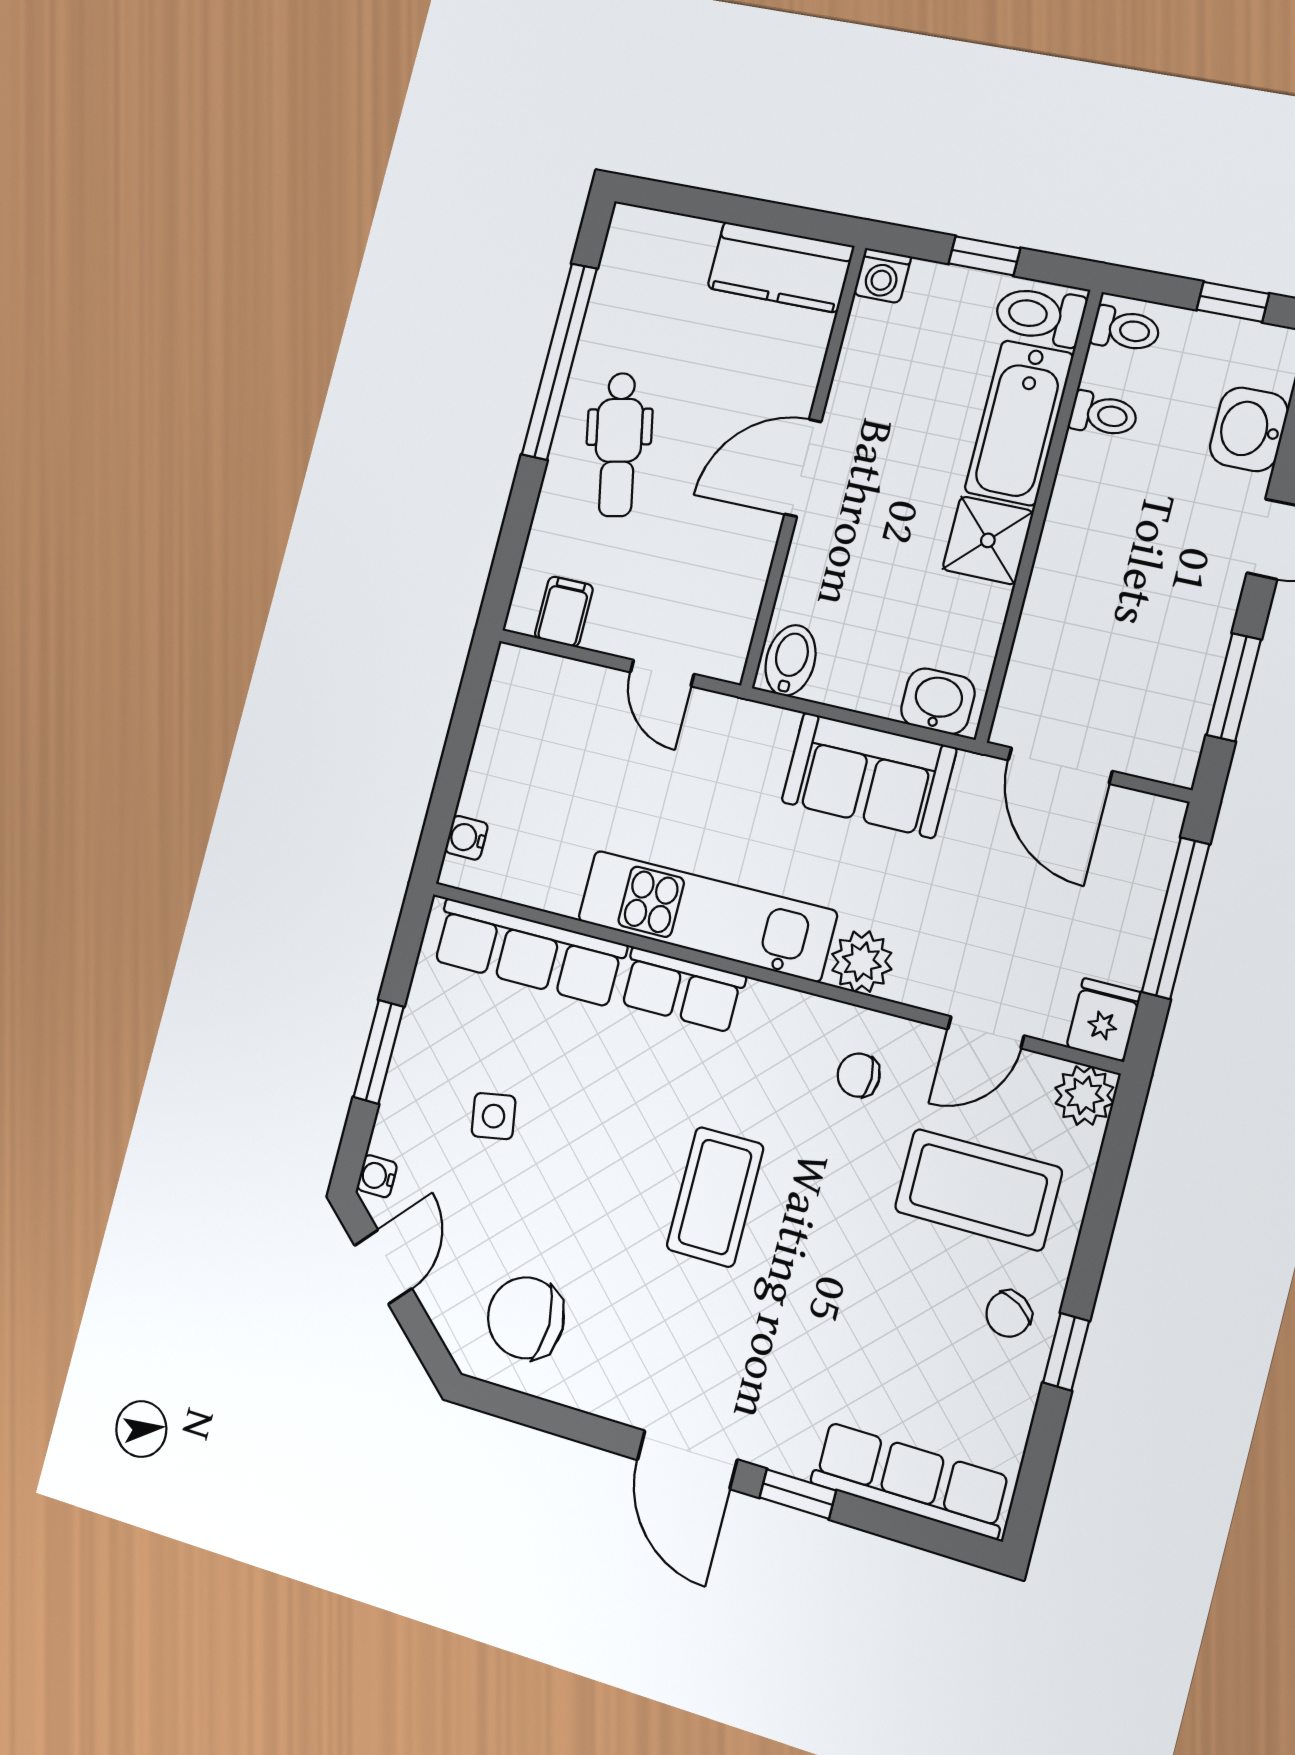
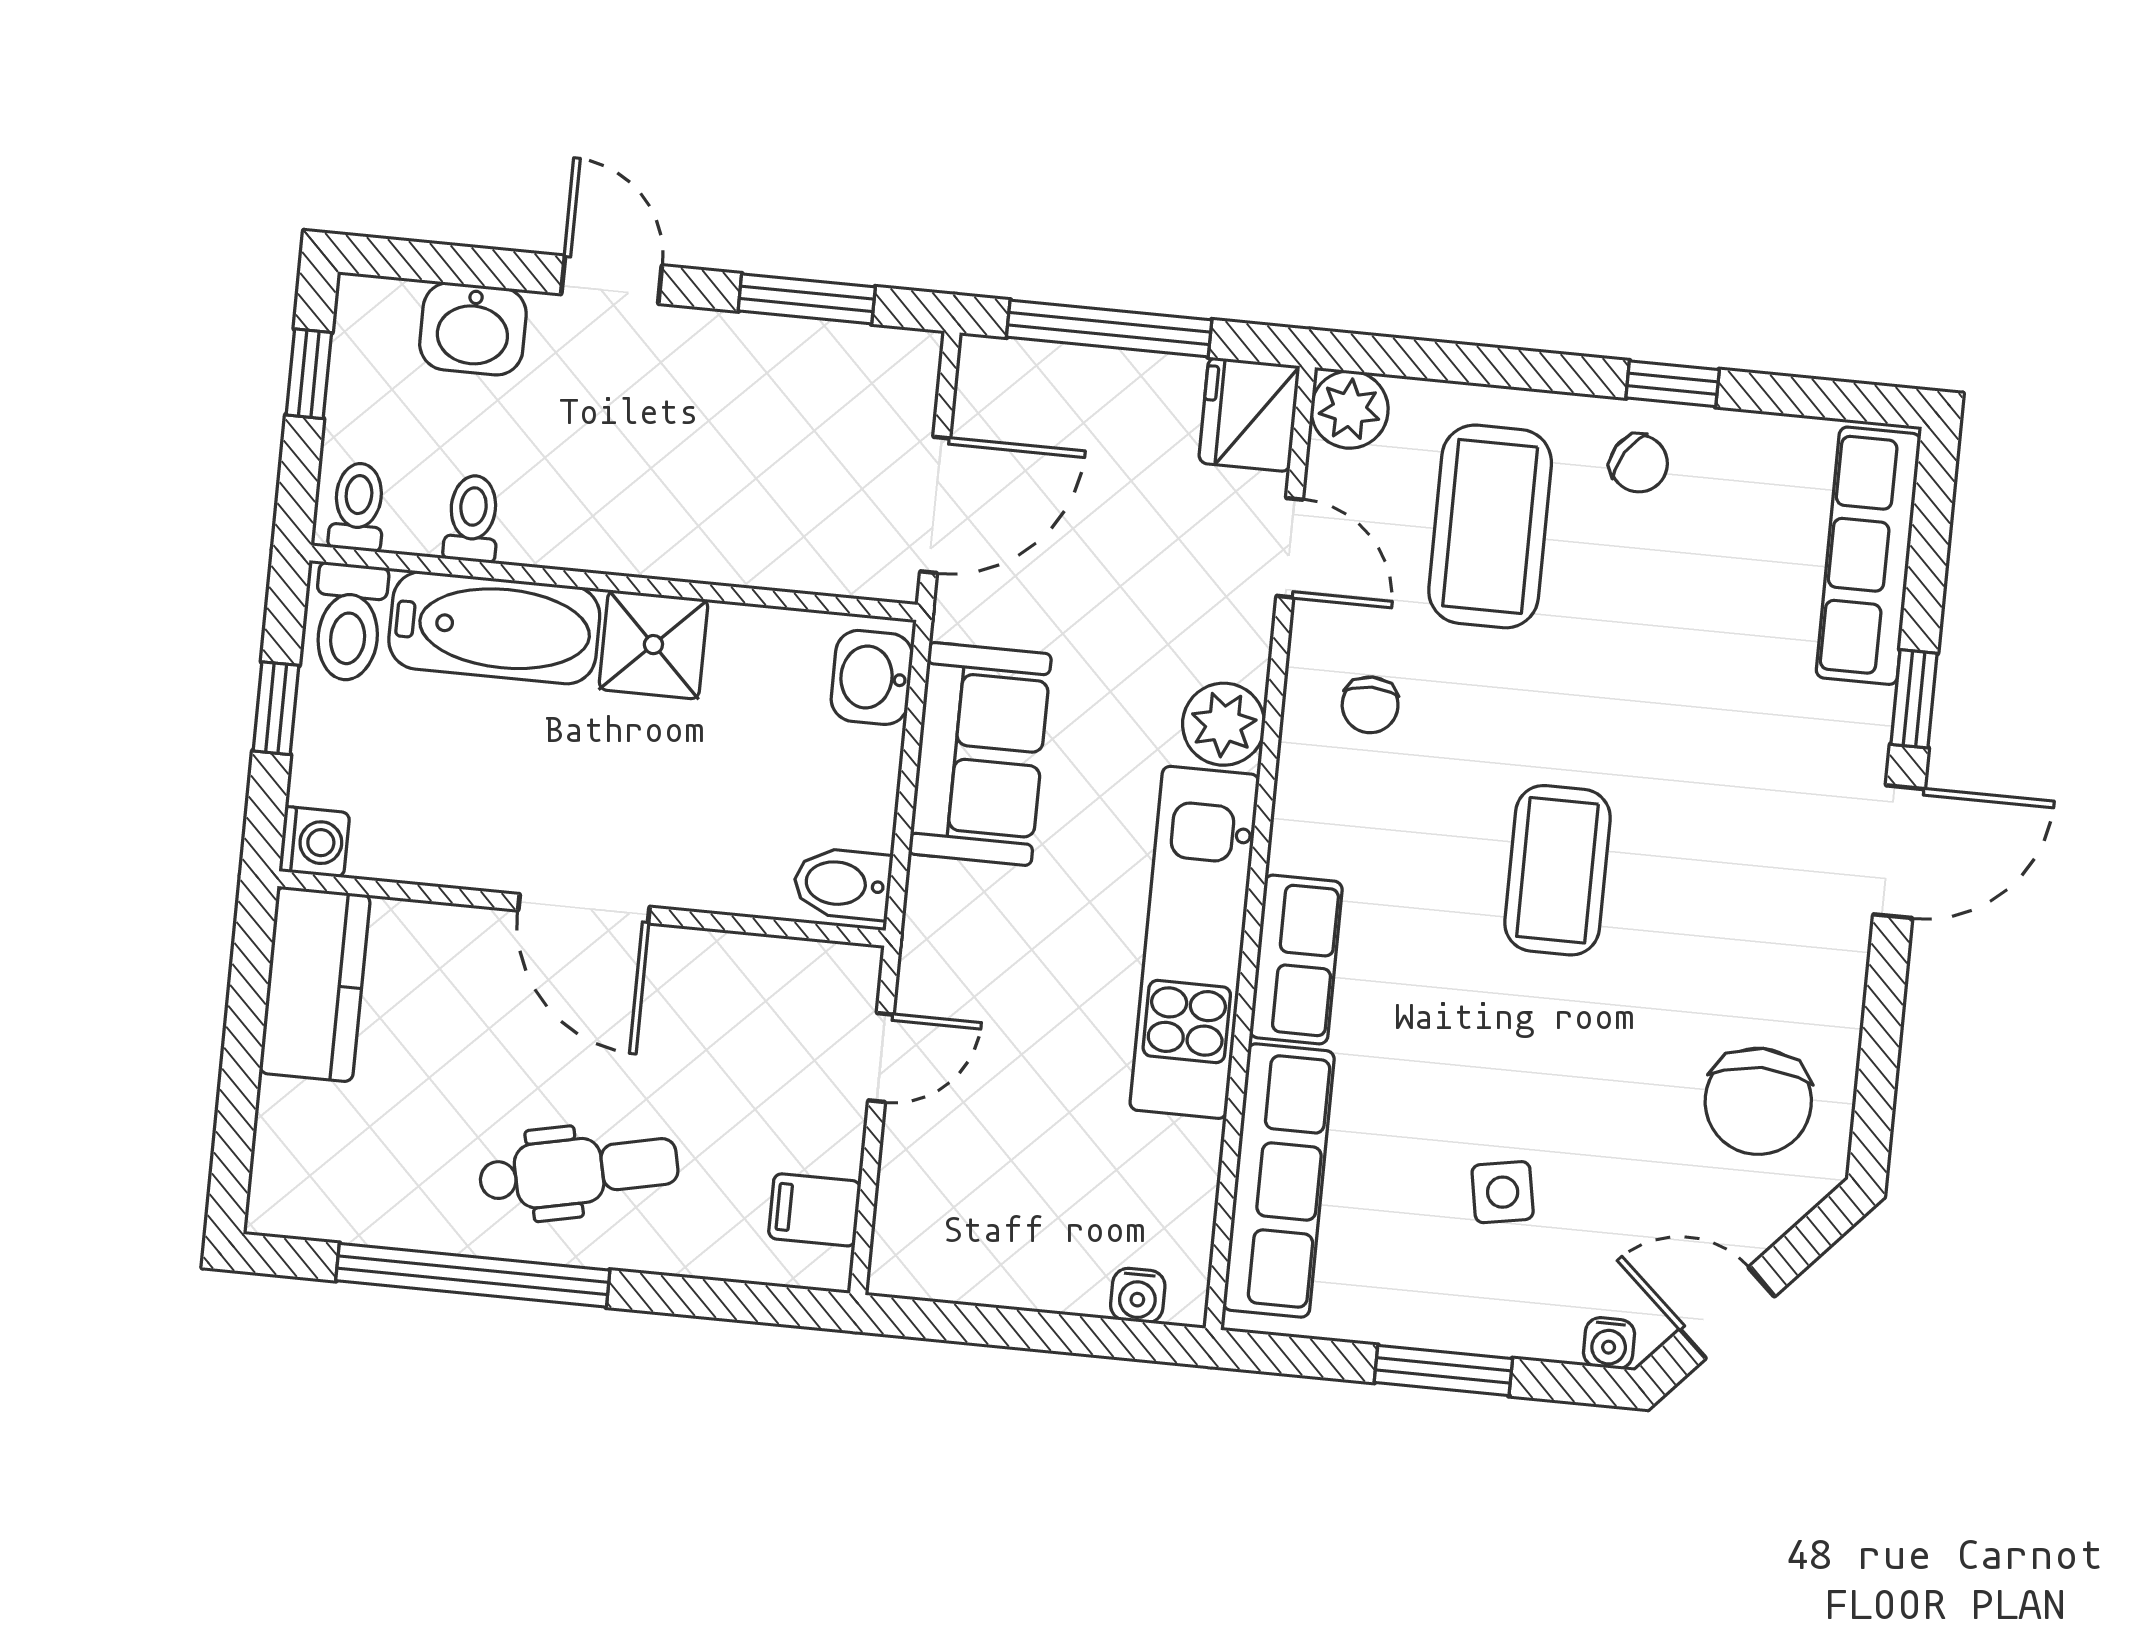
fridge: (1104, 1020) -> (1249, 414), width x1.38
coffee table: (715, 1197) -> (1557, 870), turned 90

